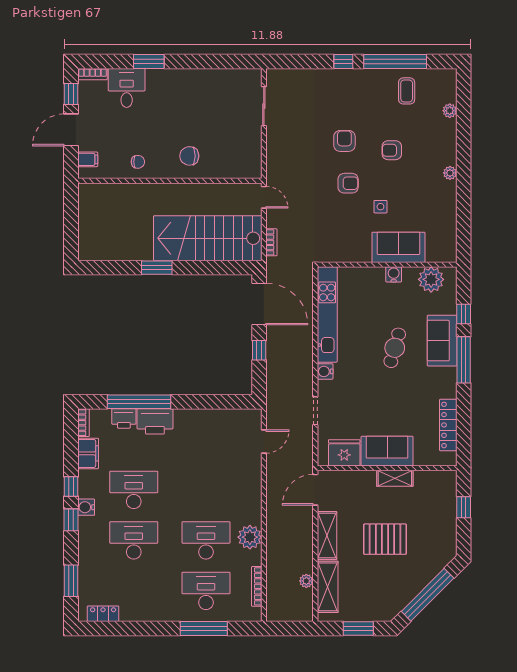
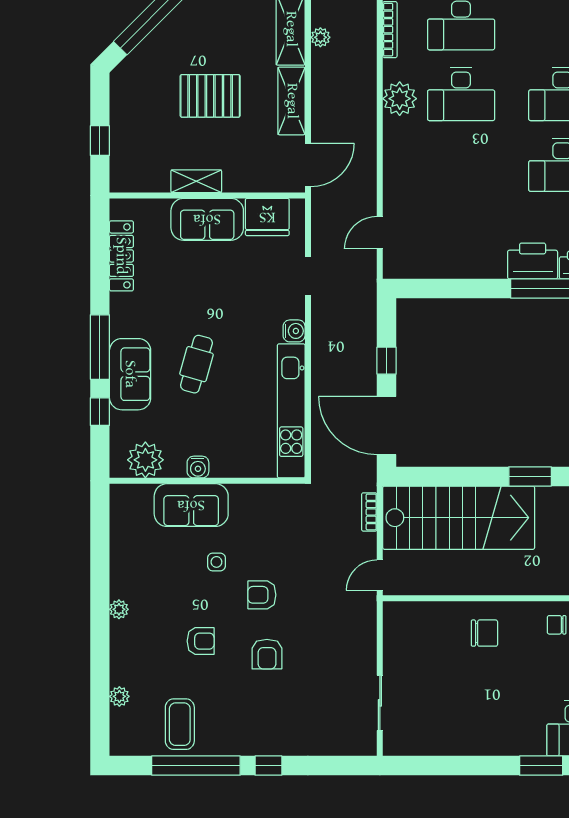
coffee table: (407, 91) -> (180, 724), width x1.36, depth x1.30
door: (264, 197) -> (380, 575), hinge flipped

